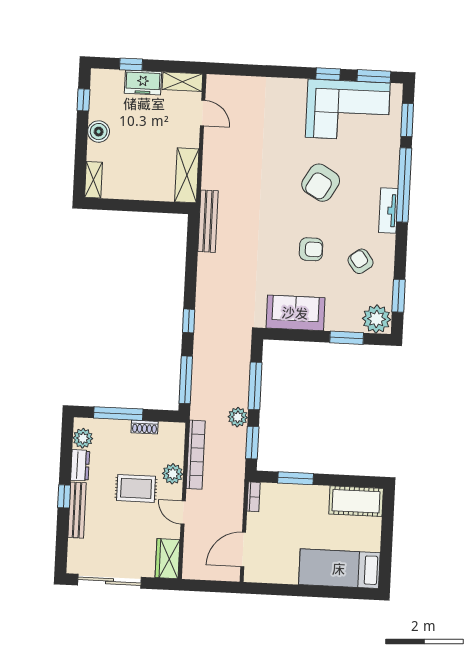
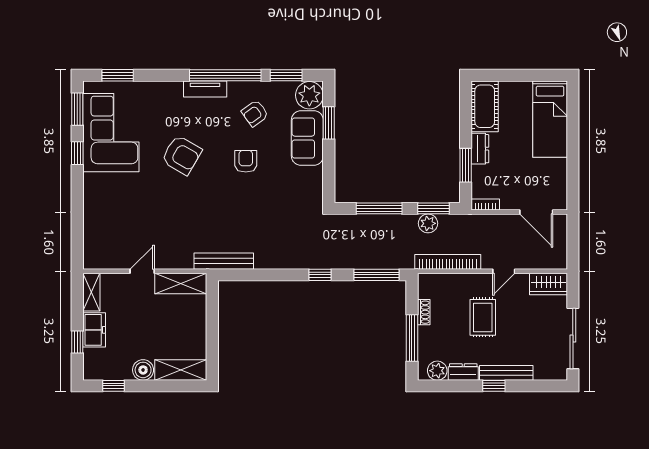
door: (203, 113) -> (142, 271), moved
shelving: (93, 180) -> (181, 370), width x1.50, depth x1.33
window: (404, 185) -> (225, 75), moved
sofa: (295, 313) -> (307, 138), moved
plant: (238, 417) -> (428, 223), moved
plant: (173, 474) -> (467, 283), removed
dresser: (312, 494) -> (480, 149), added

